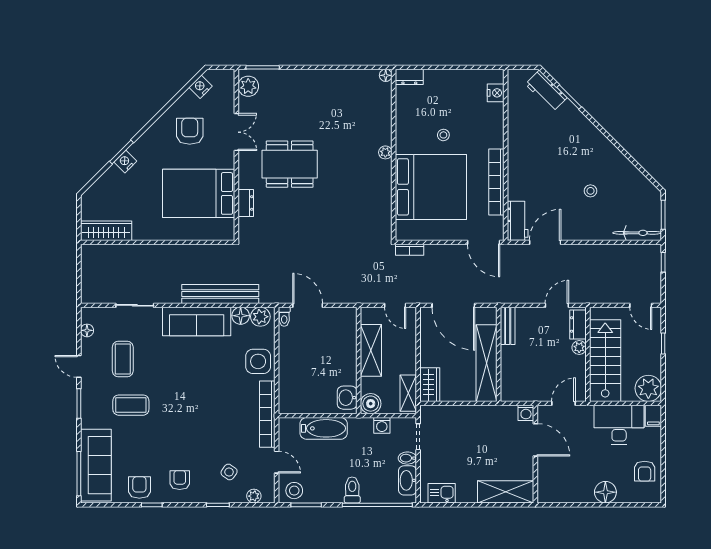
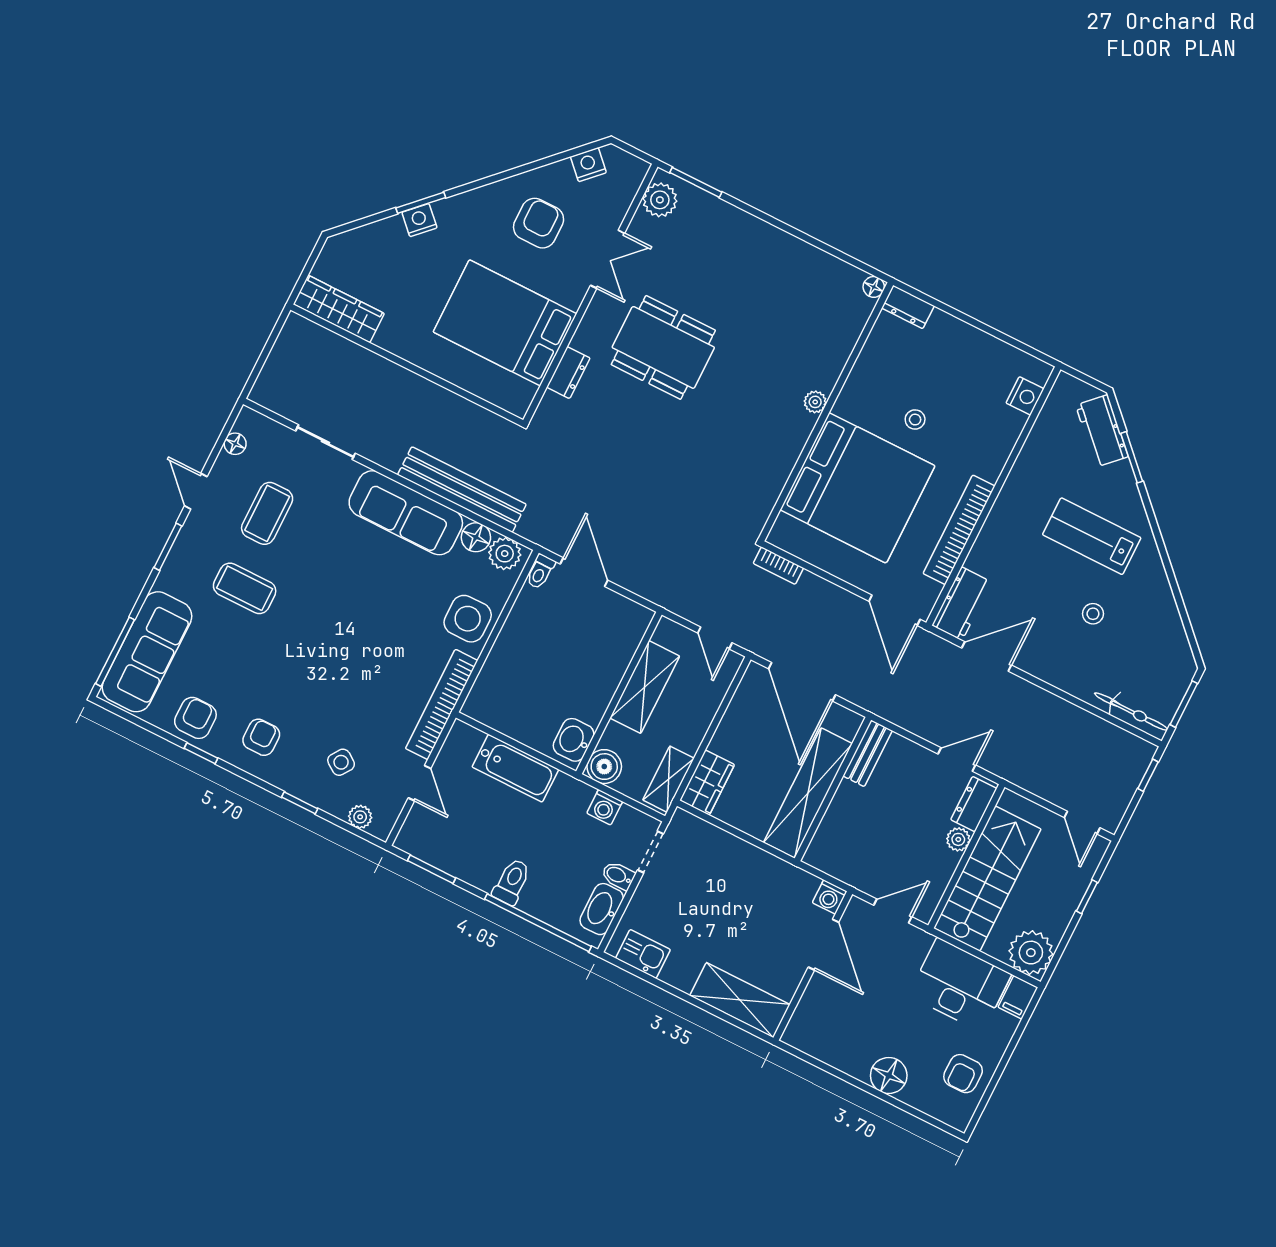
lab bench: (569, 150) -> (1092, 536), added
stool: (294, 491) -> (425, 839), removed

